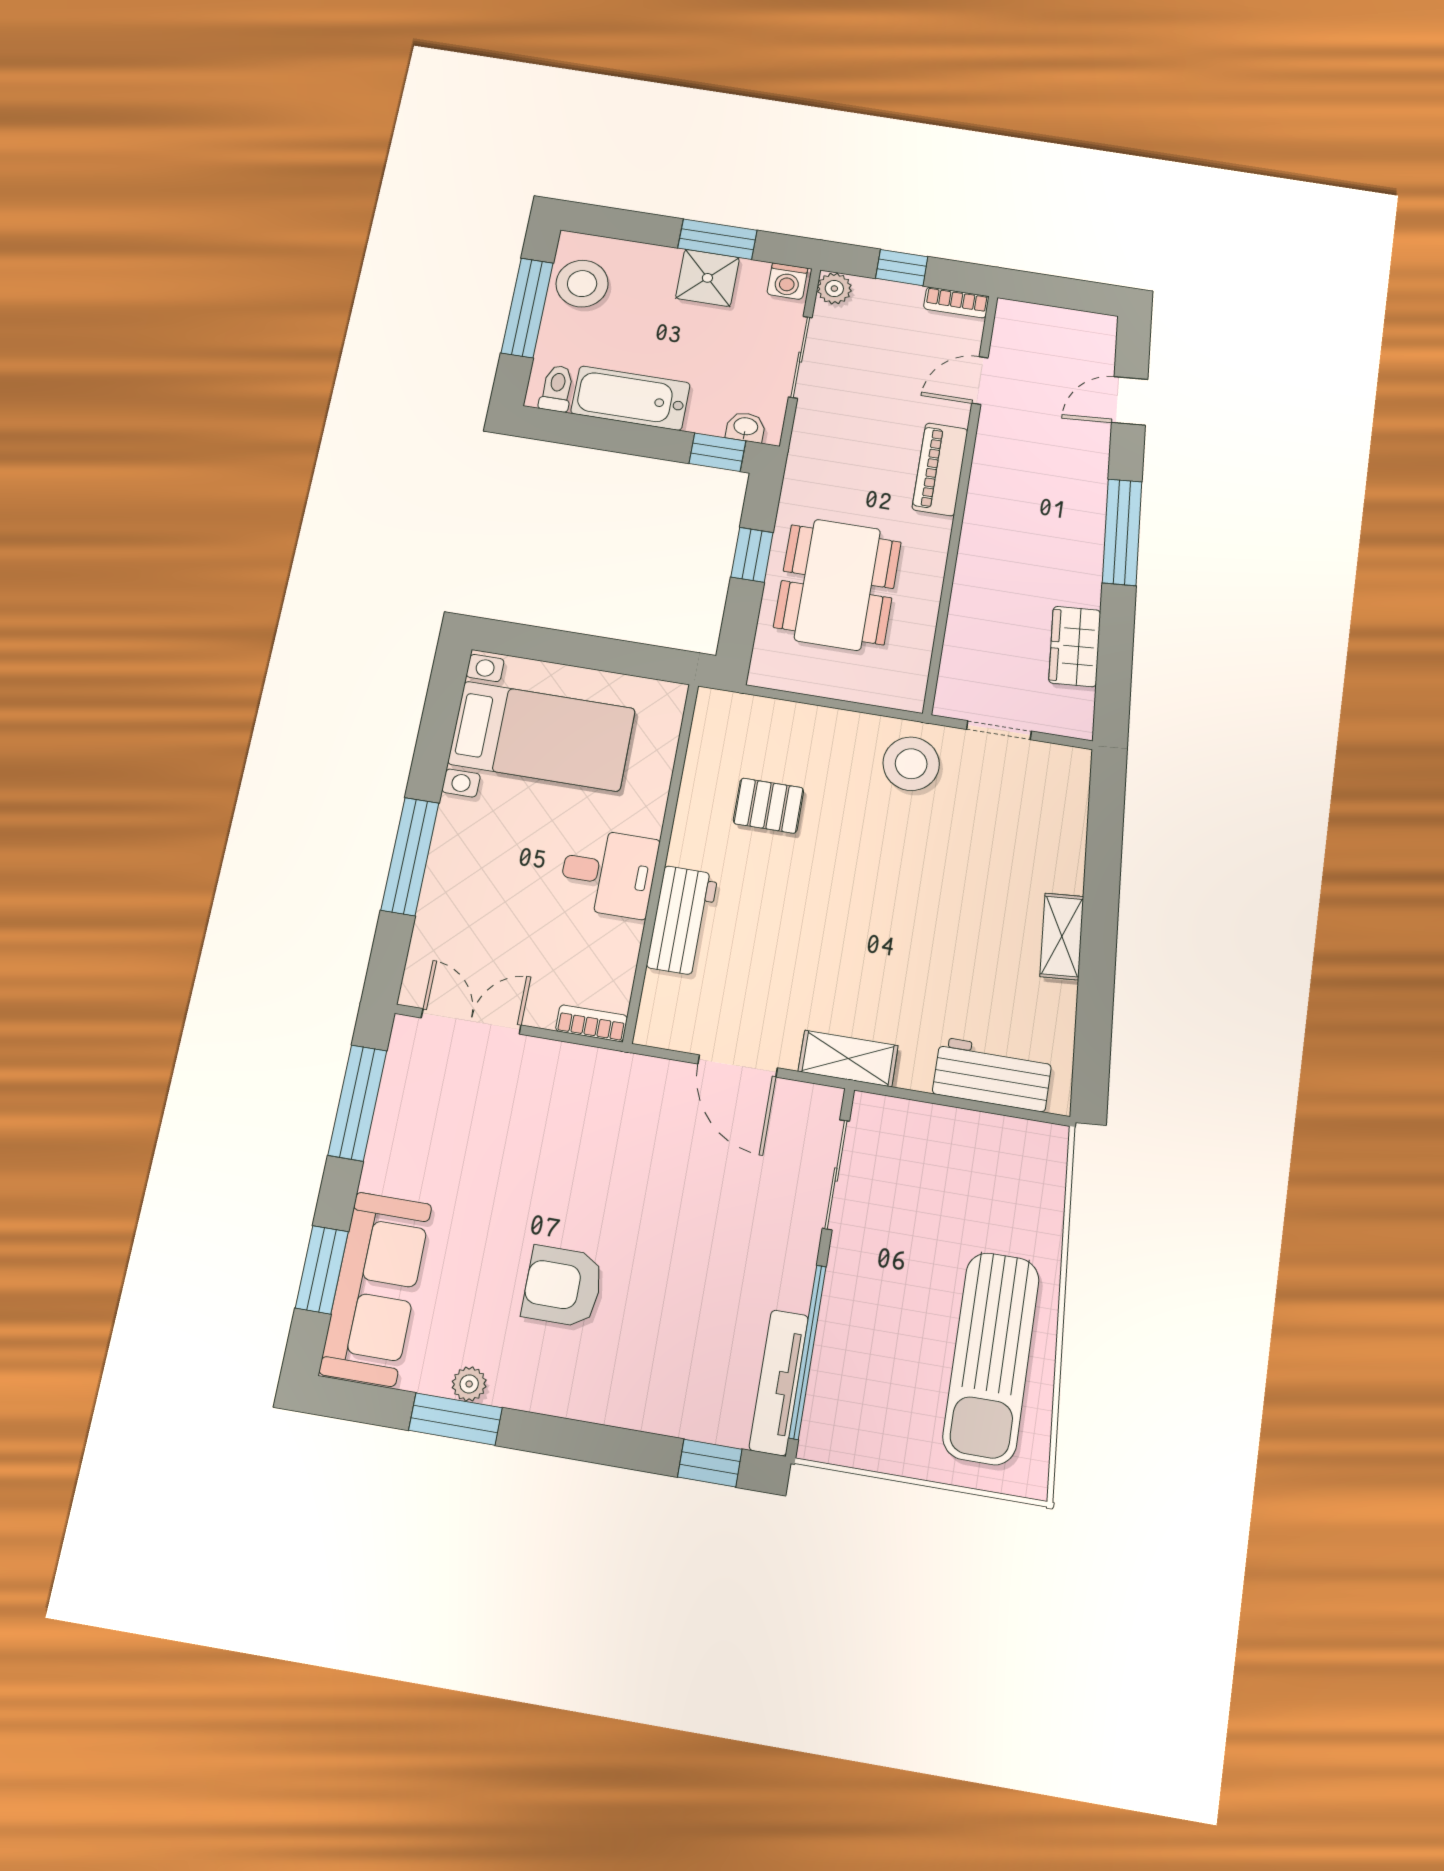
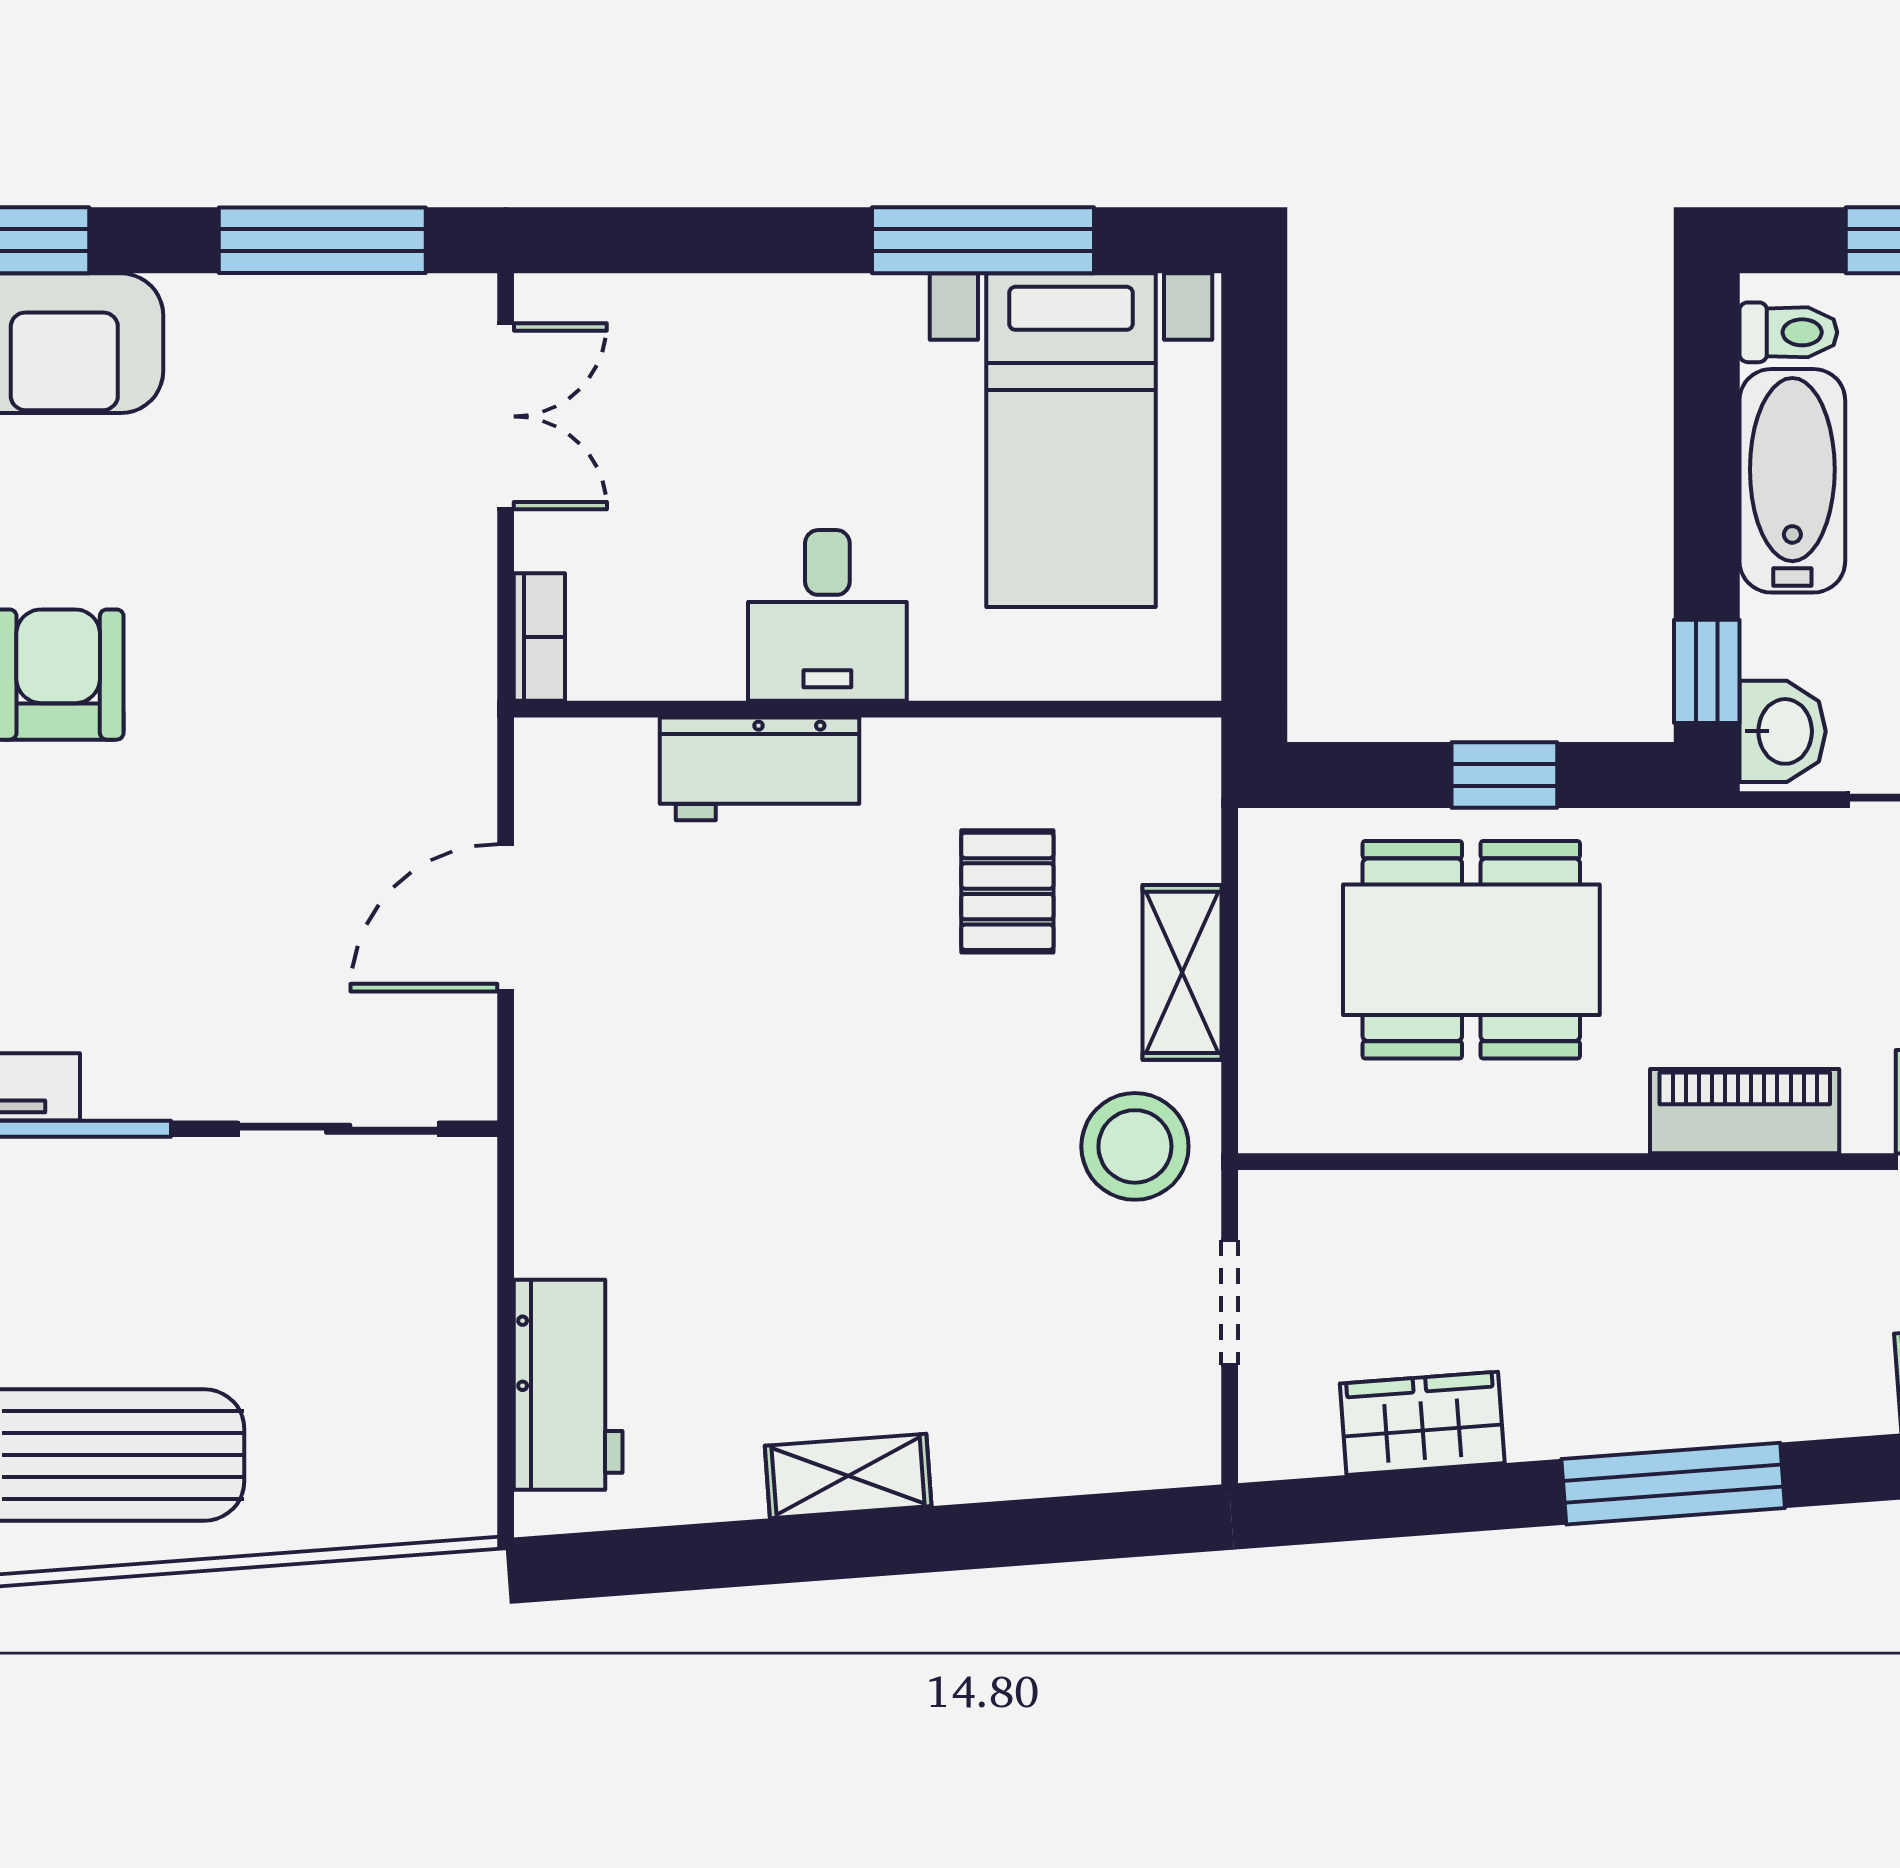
washbasin: (746, 427) -> (1783, 731), width x1.38, depth x1.45
window: (410, 856) -> (983, 240), moved
shelving: (848, 1059) -> (1182, 972), moved

